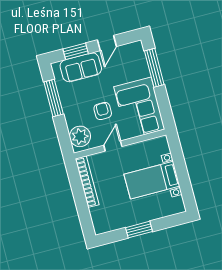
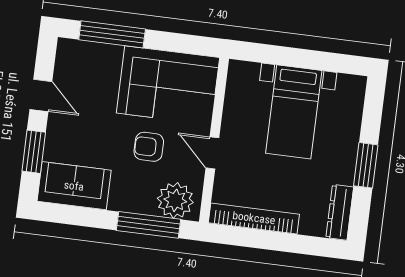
sofa: (81, 67) -> (74, 186), moved, turned -90
window: (54, 98) -> (148, 225), moved
dresser: (109, 226) -> (340, 212), added

